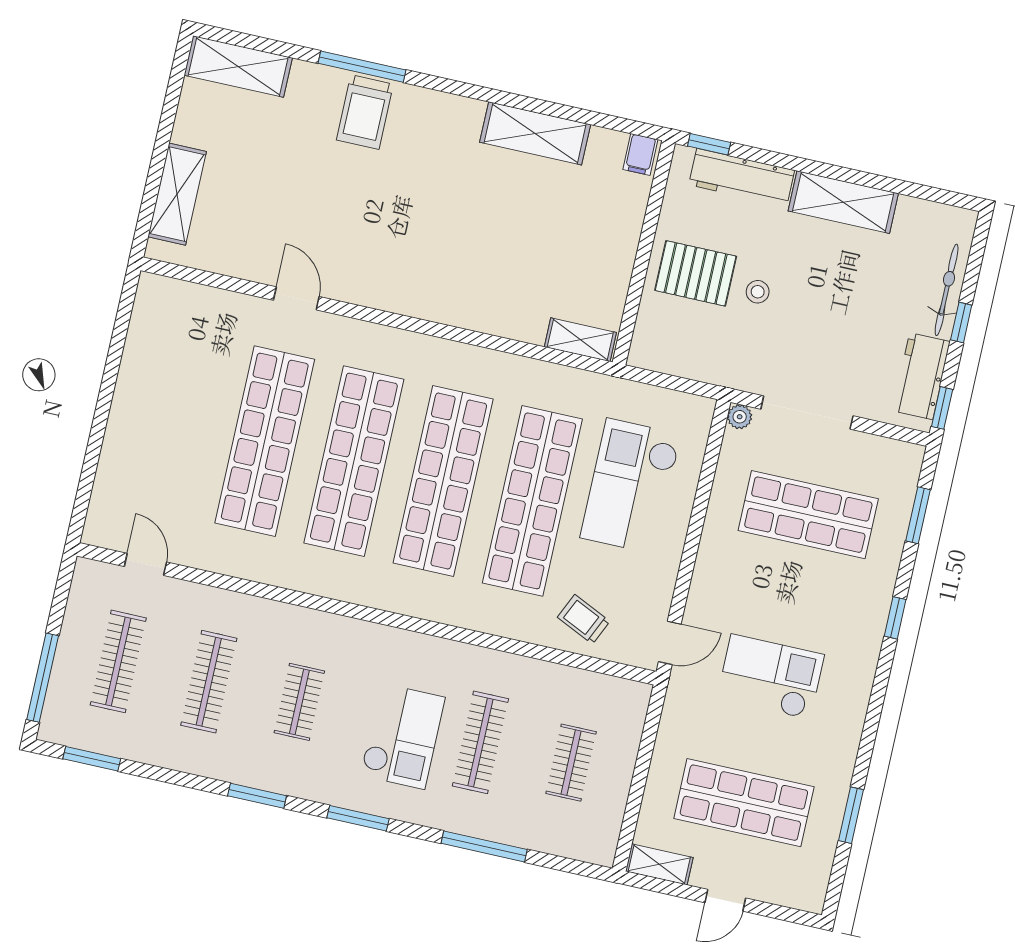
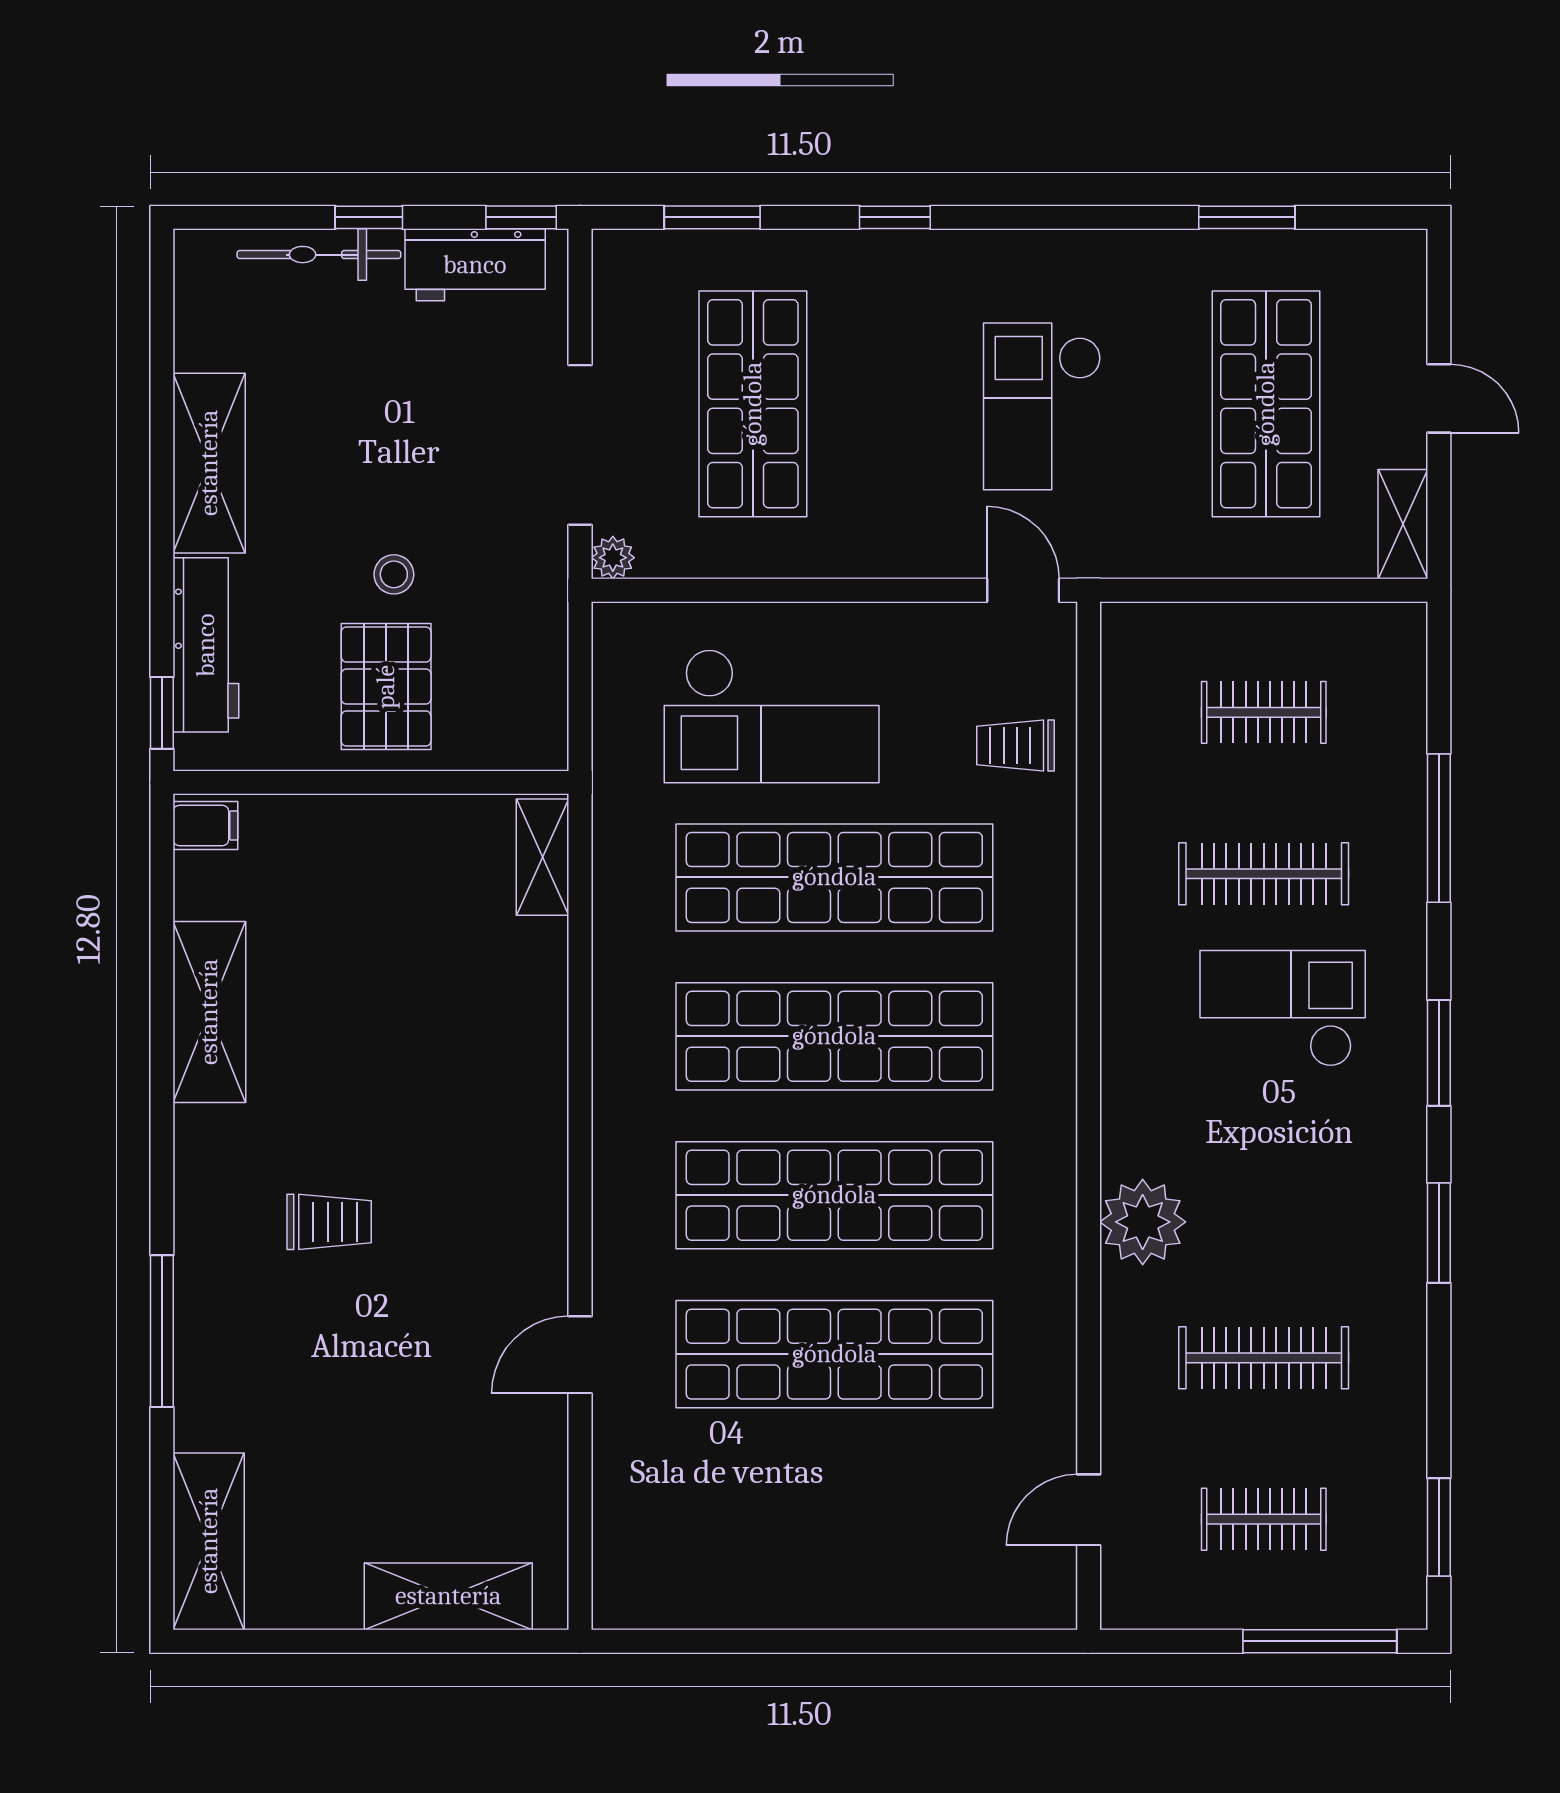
trolley: (365, 112) -> (329, 1222), moved, width x0.73, depth x0.72
trolley: (584, 619) -> (1016, 746), turned 65
plant: (300, 631) -> (1143, 1222), added
clothes rail: (118, 661) -> (1264, 1519), width x0.73
clothes rail: (299, 702) -> (1264, 1196), removed

